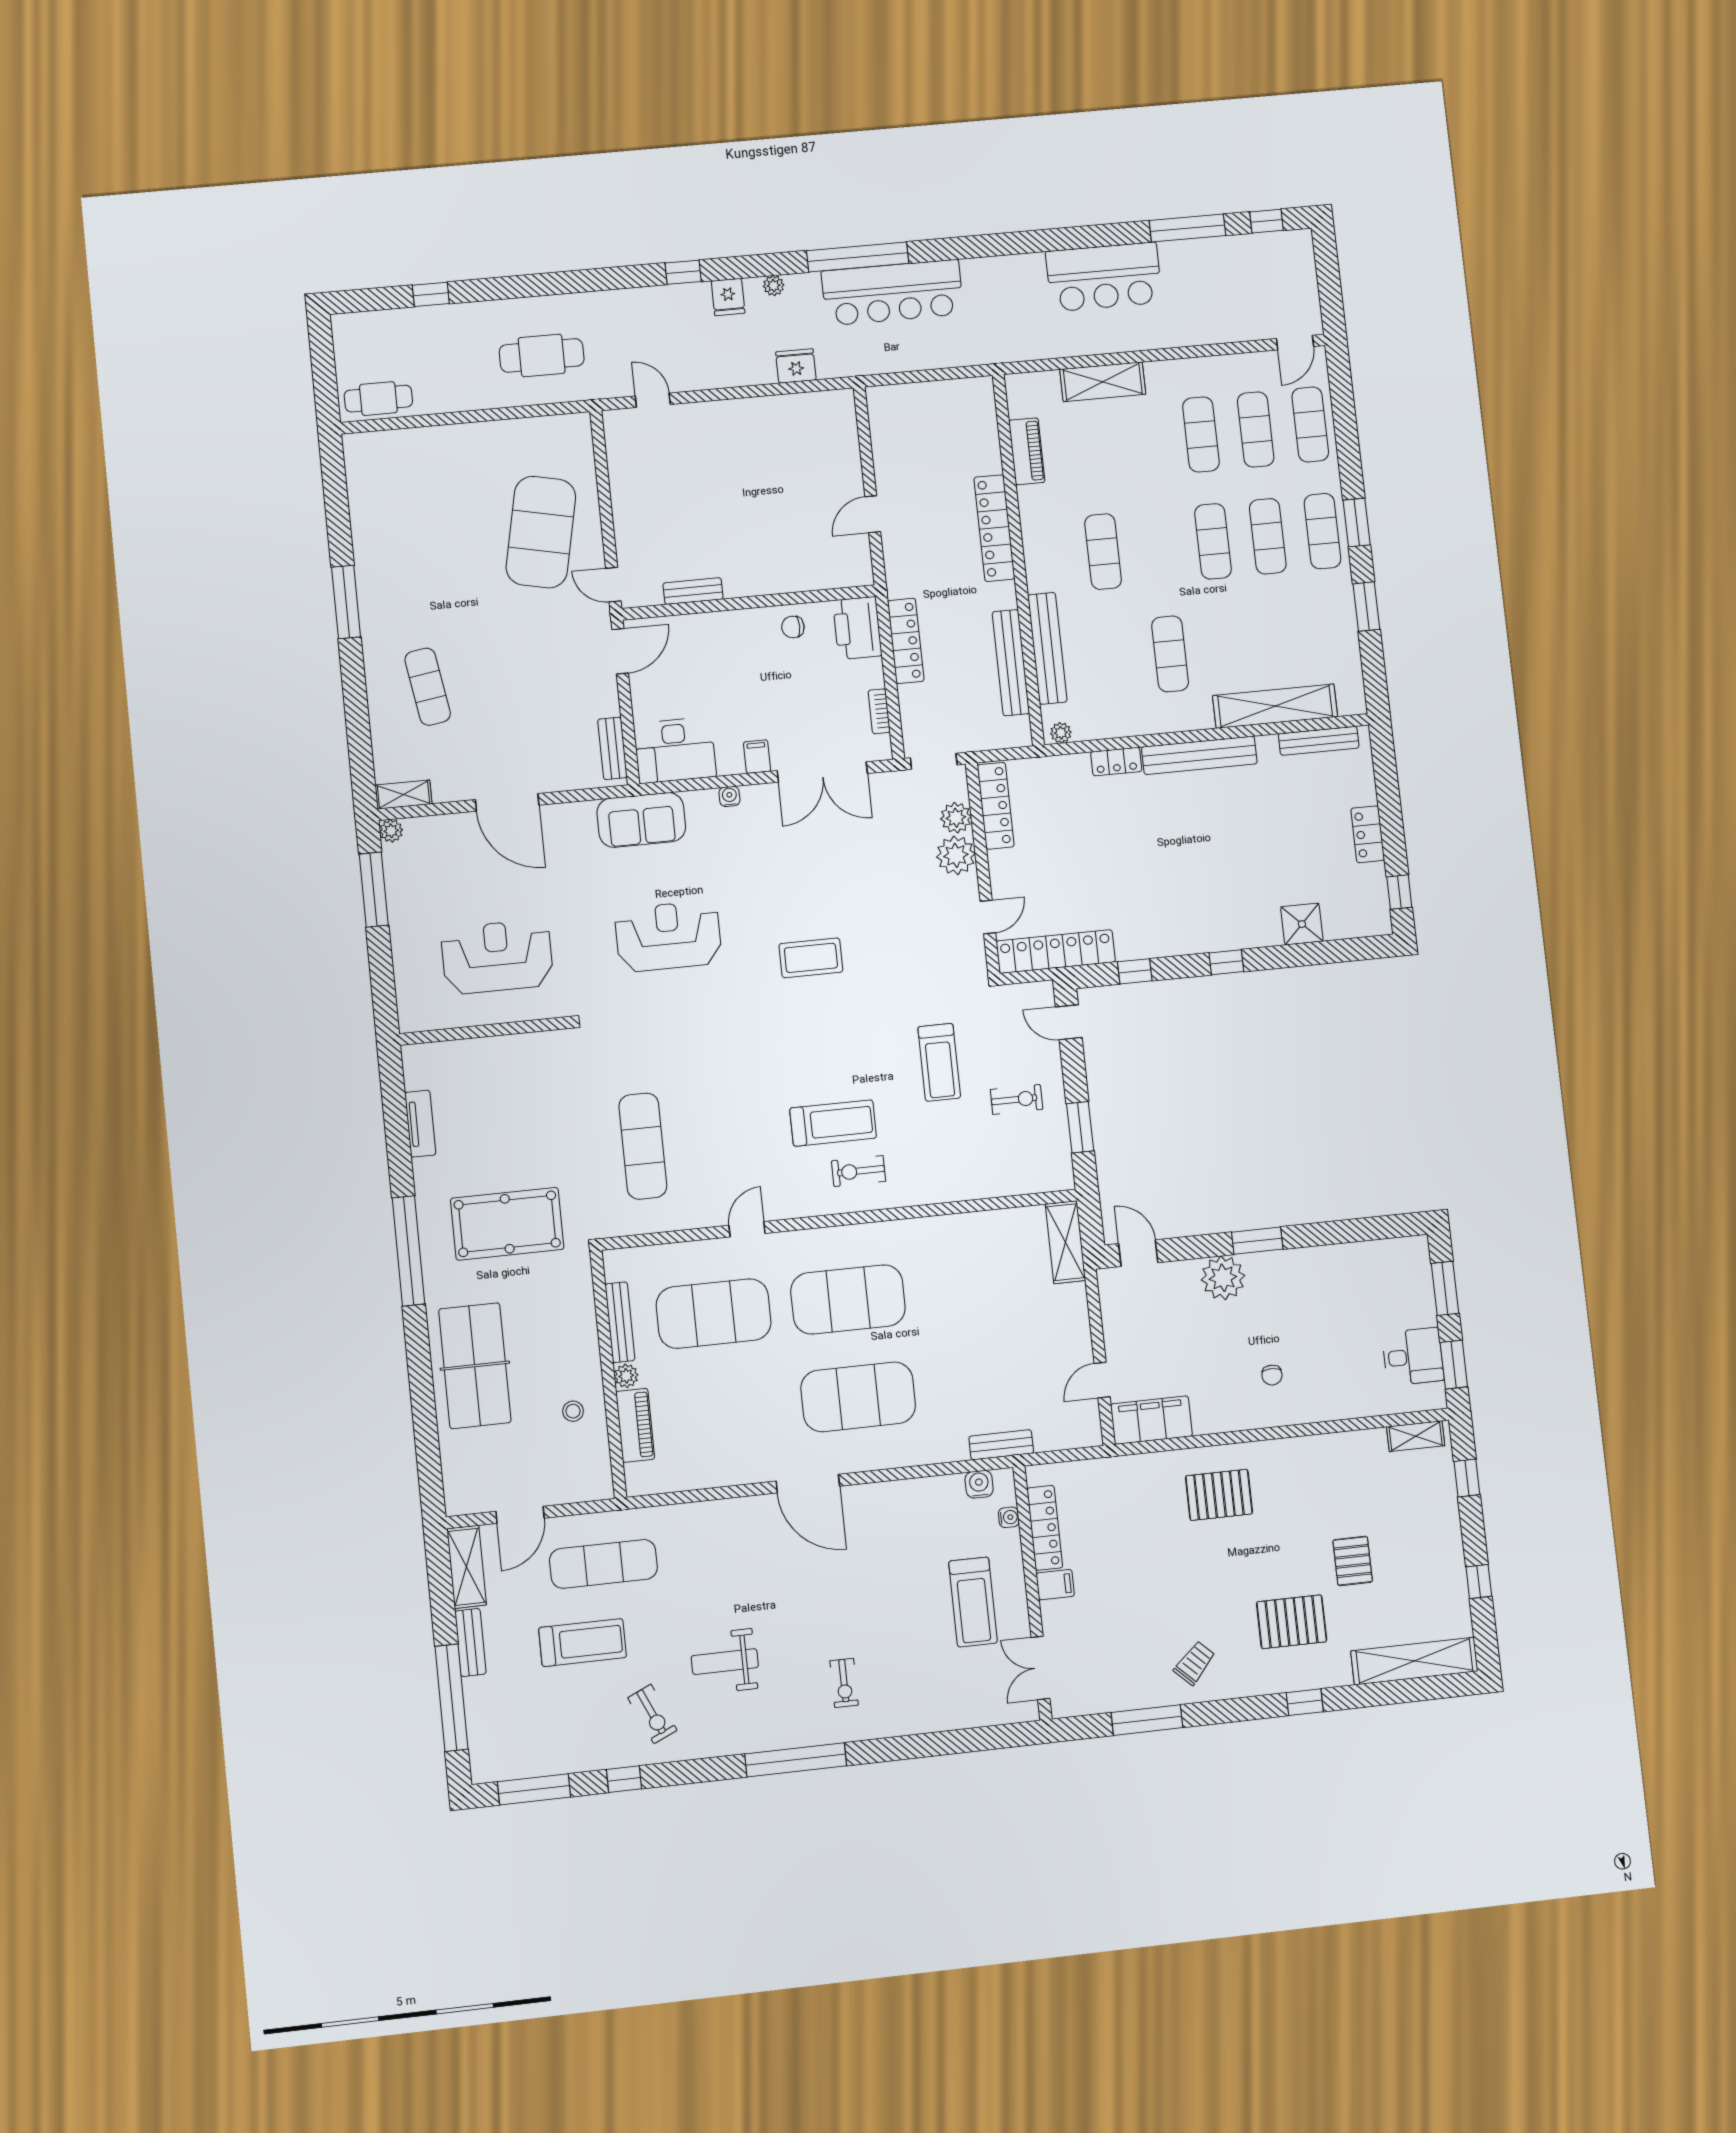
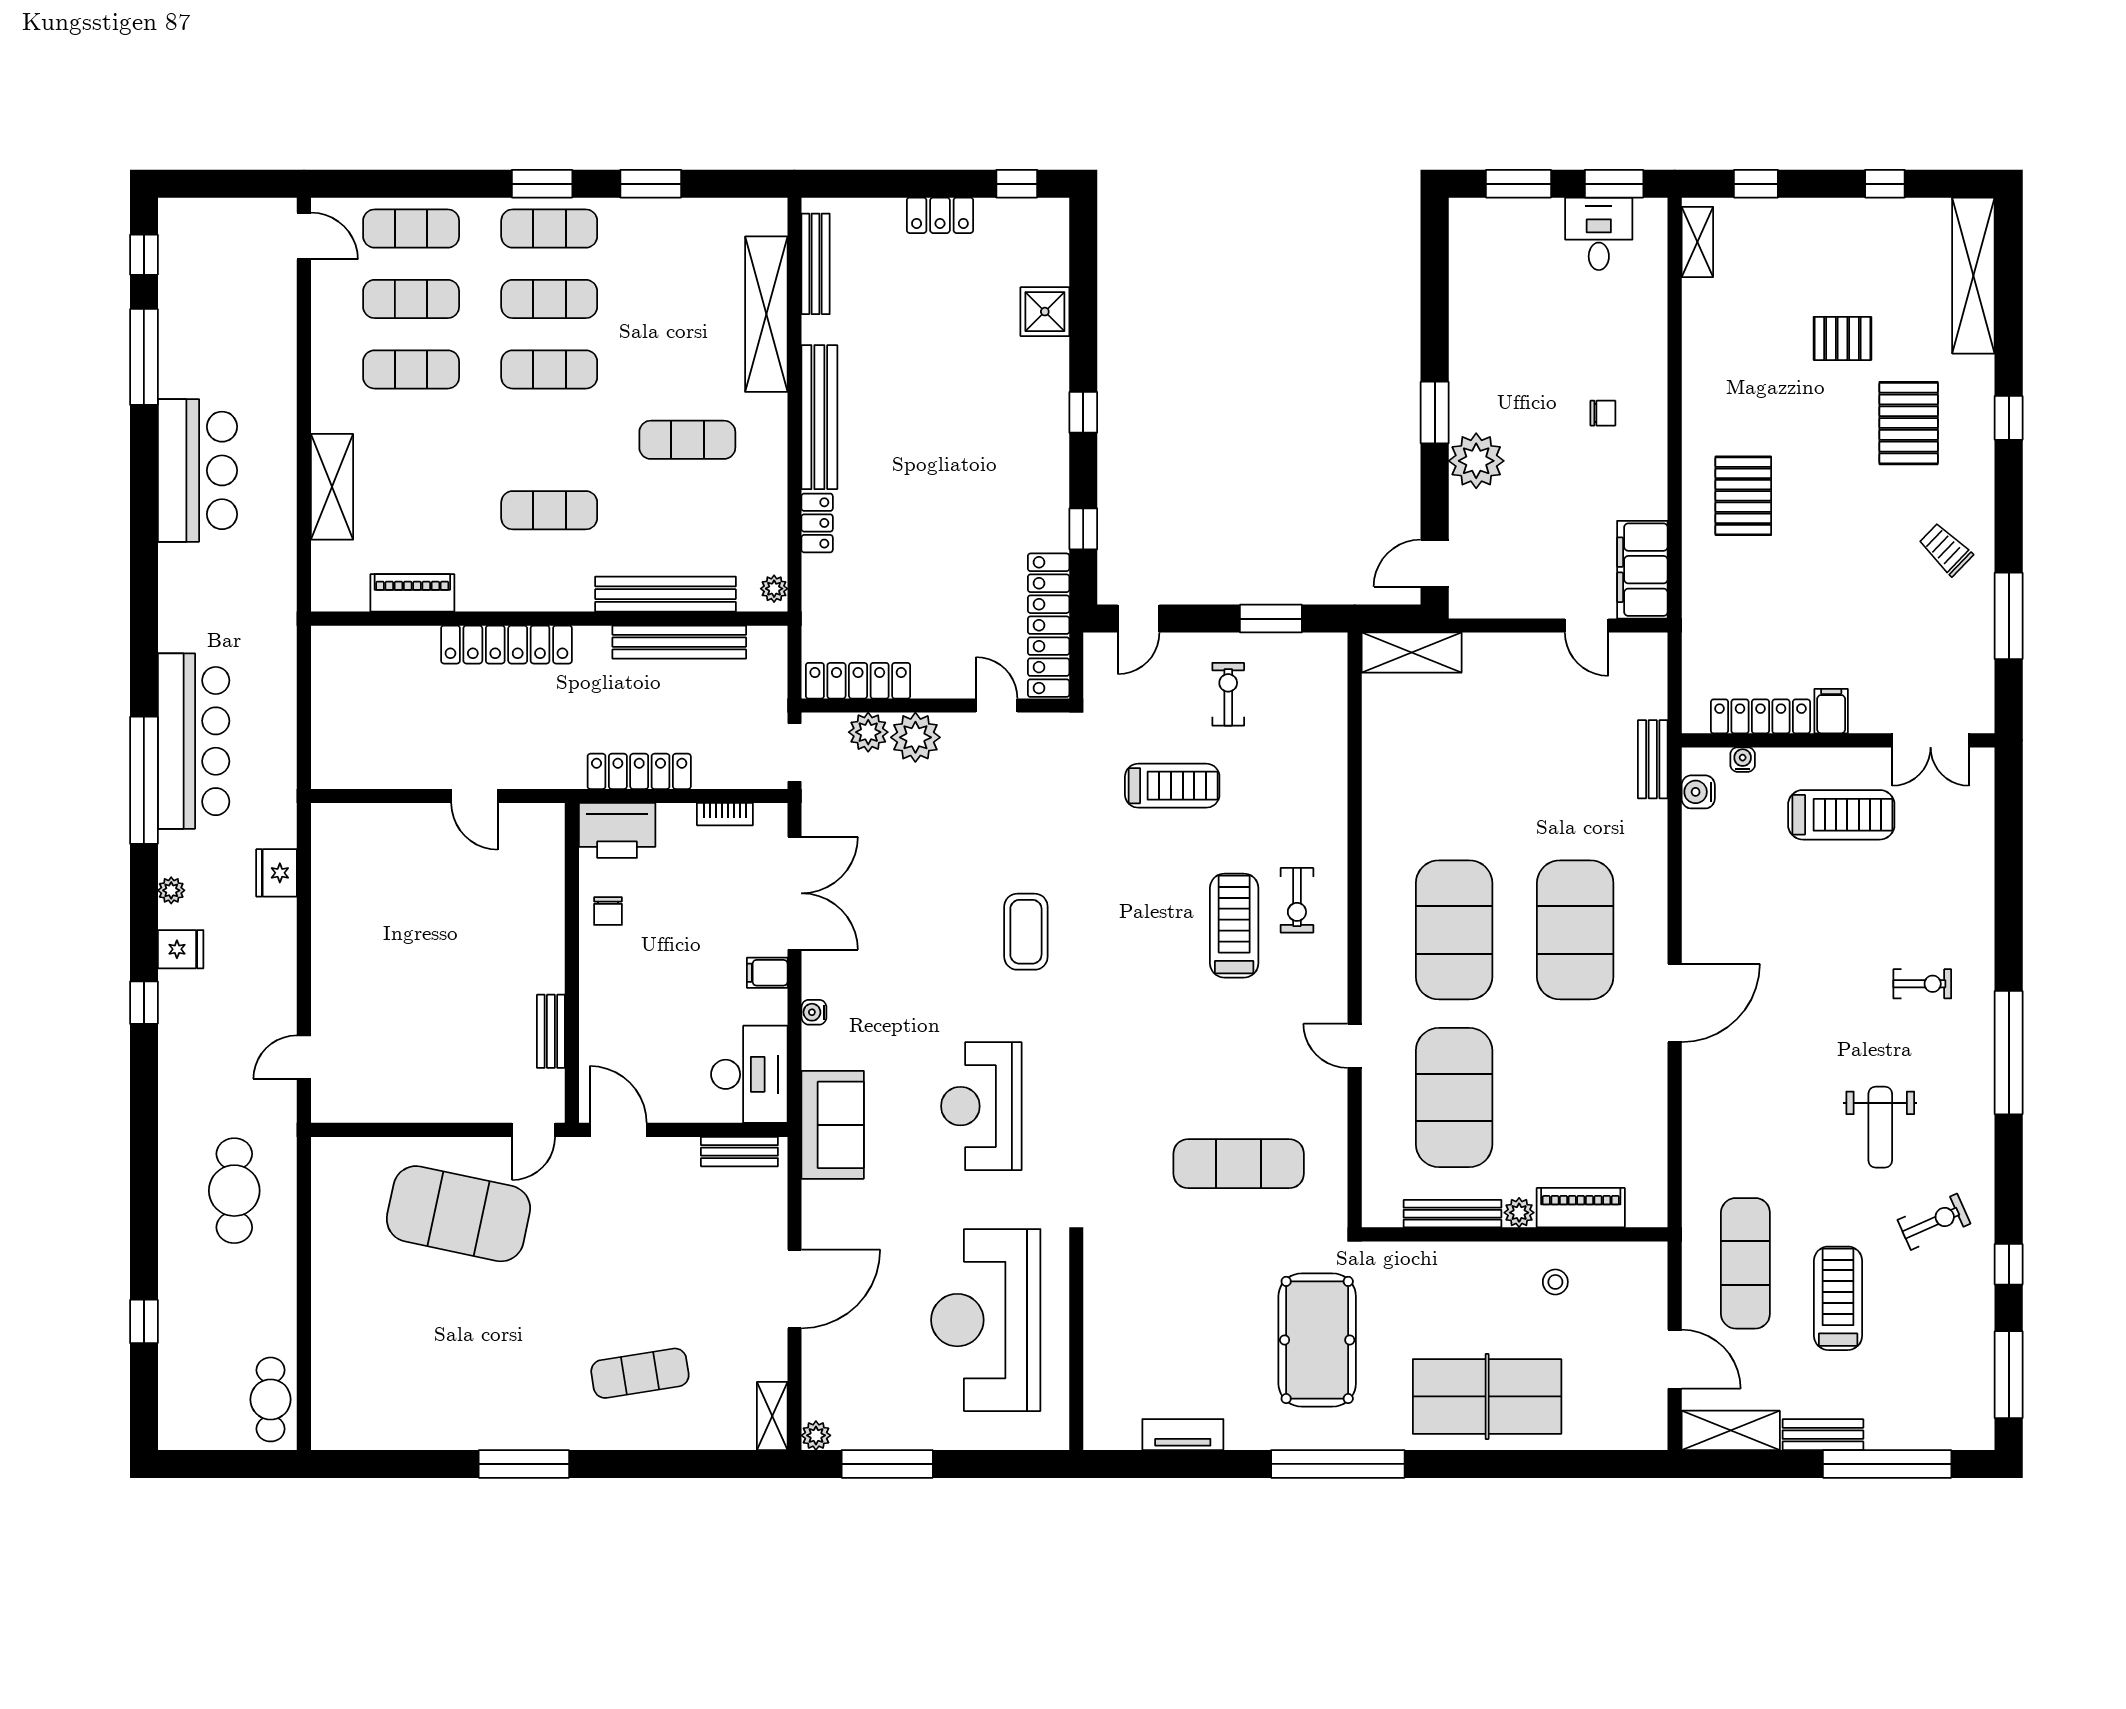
reception desk: (497, 957) -> (986, 1320), width x1.36, depth x1.30

